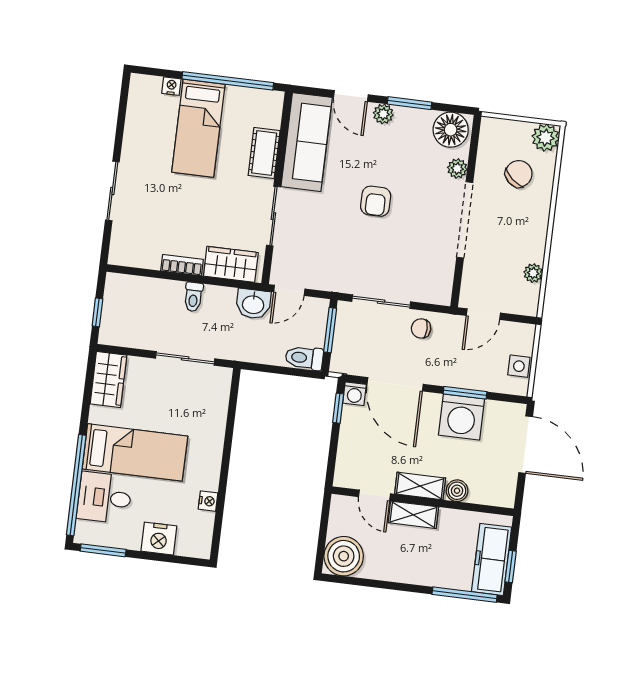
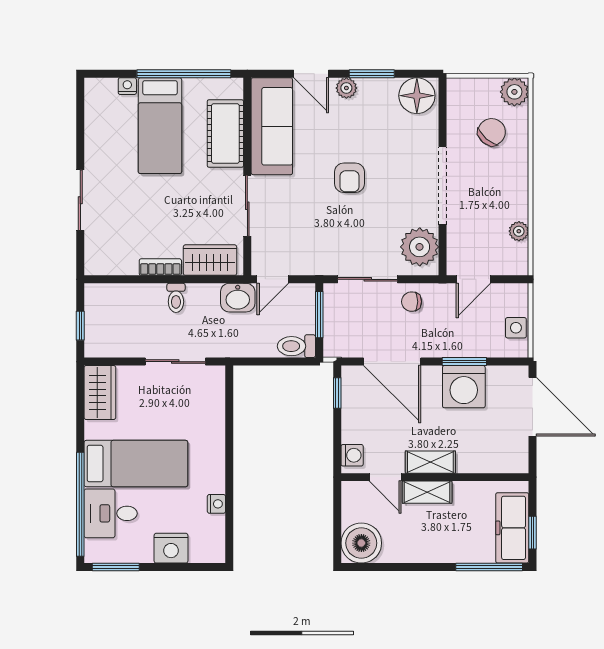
cot: (264, 153) -> (225, 133), width x1.37, depth x1.34
plant: (457, 169) -> (420, 247), moved, width x1.88, depth x1.88
washing machine: (355, 394) -> (352, 455), moved, turned -90
boiler: (457, 491) -> (468, 462), removed

